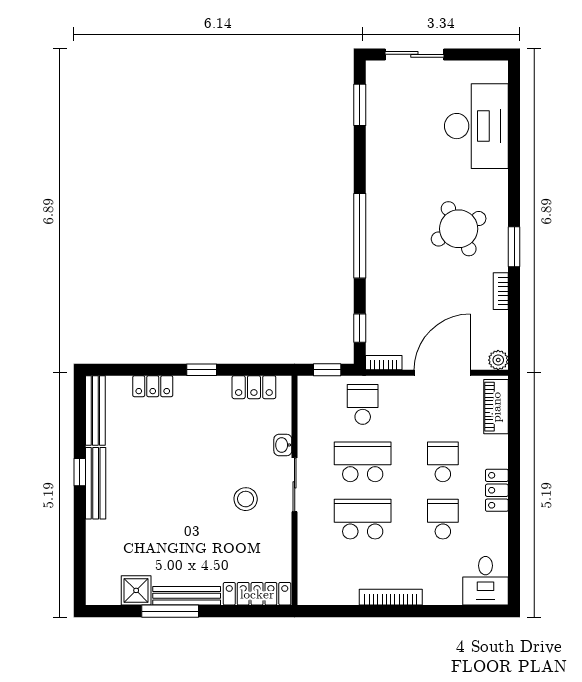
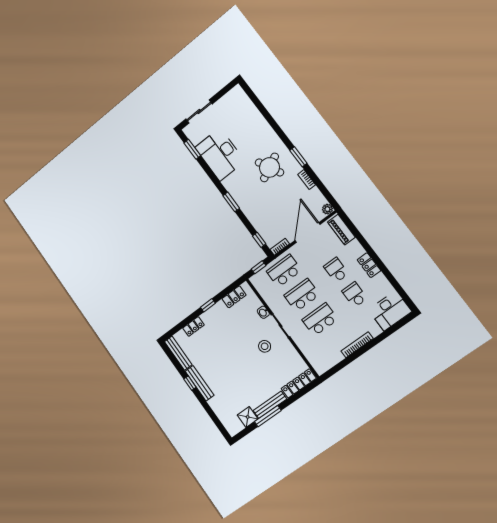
desk: (476, 126) -> (220, 154), moved, turned 180
window: (360, 236) -> (231, 202), width x0.47
school desk: (363, 404) -> (284, 271), width x1.85
desk: (485, 581) -> (390, 311), width x1.37

